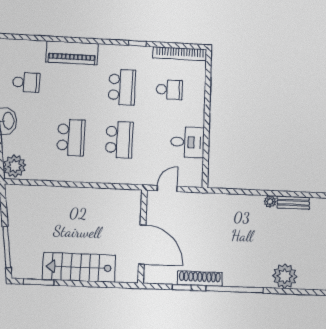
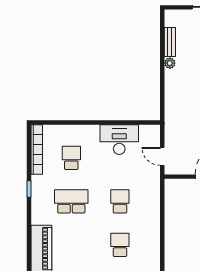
school desk: (71, 137) -> (120, 245), width x0.54
school desk: (119, 140) -> (120, 201), width x0.54
desk: (187, 142) -> (119, 140), width x1.37

